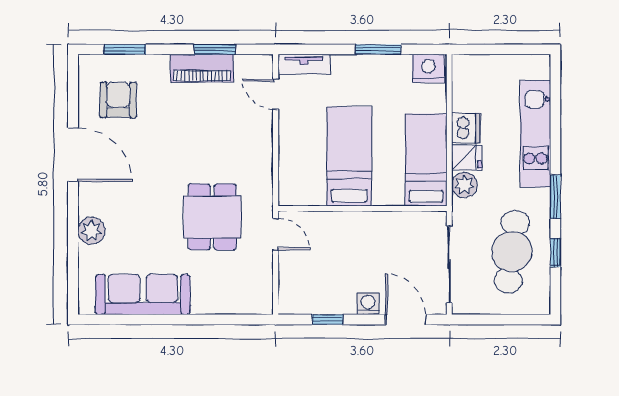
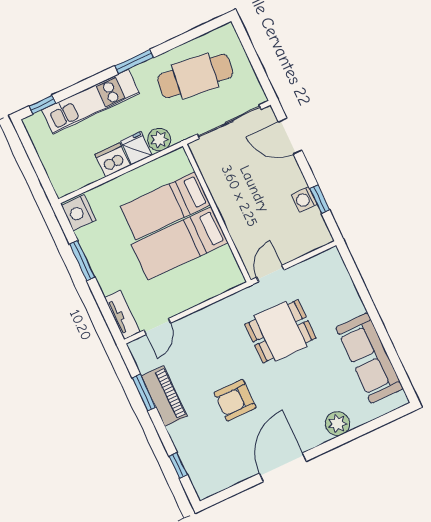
window: (125, 49) -> (178, 465), width x0.67
armchair: (118, 100) -> (235, 400), moved
bed: (426, 160) -> (165, 206), moved
window: (555, 252) -> (42, 105), moved
washing machine: (368, 304) -> (304, 199), moved
door: (406, 319) -> (290, 136), hinge flipped

